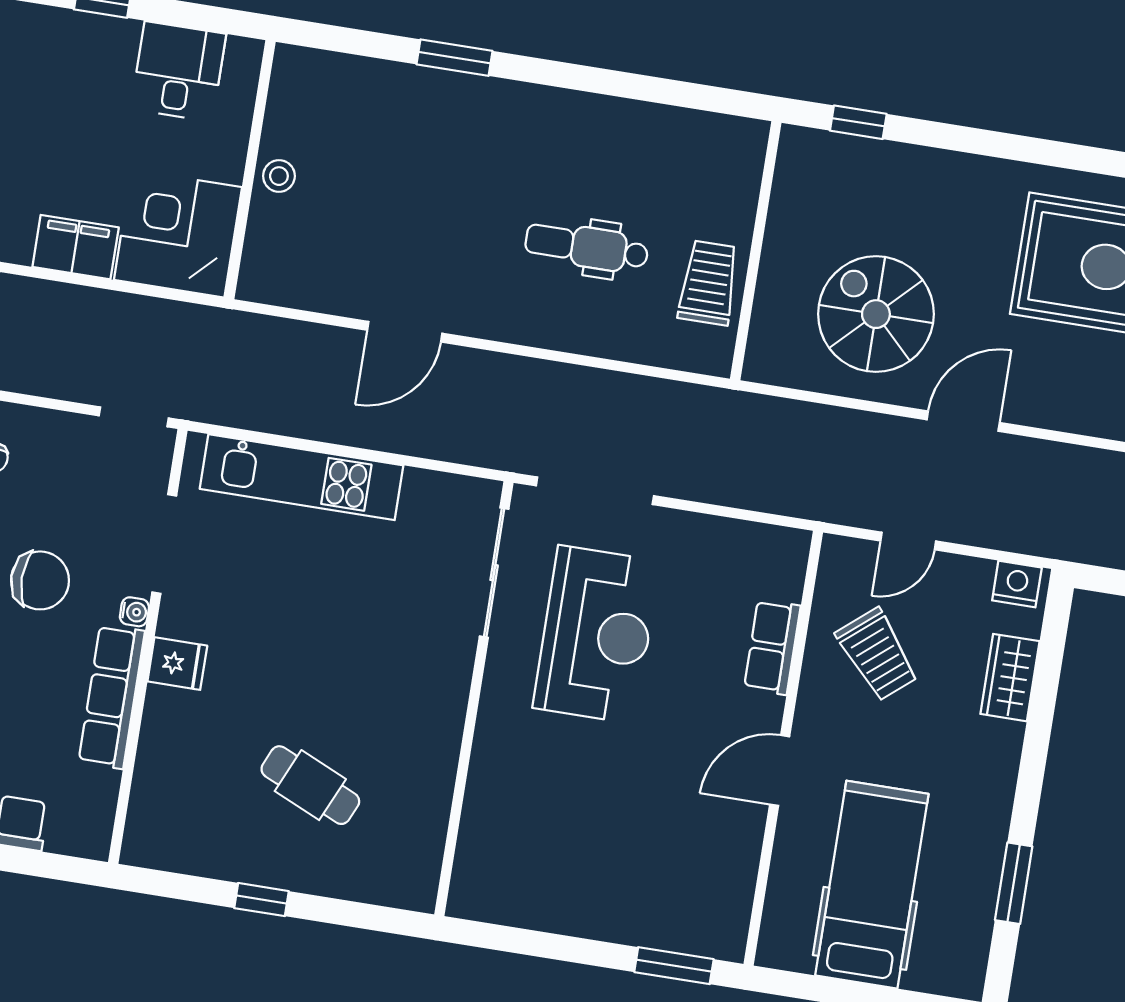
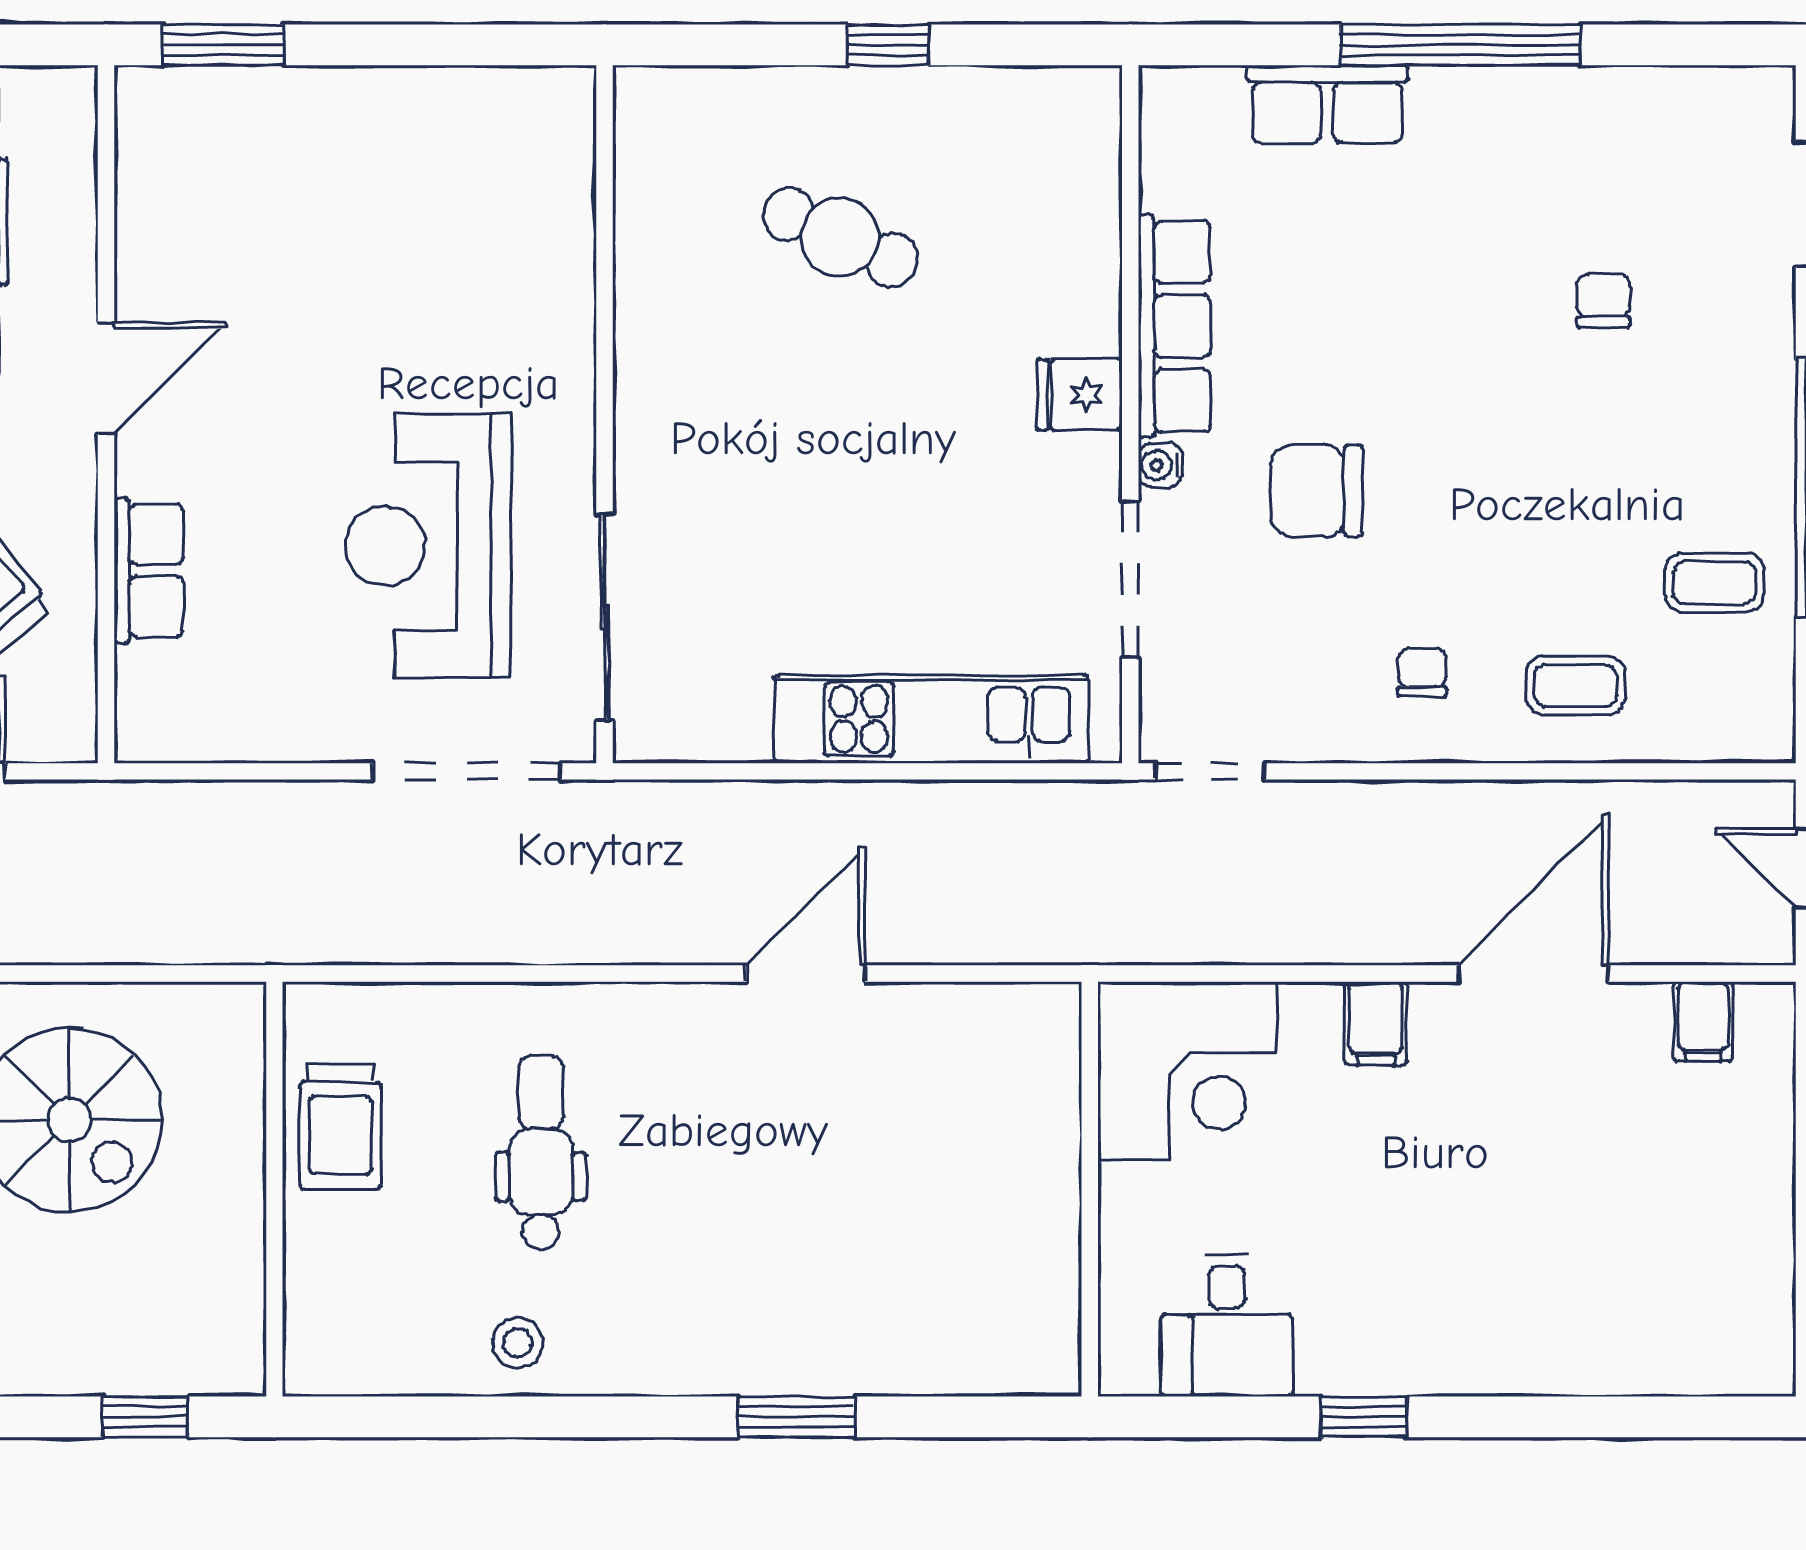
stool: (279, 176) -> (518, 1343), moved
filing cabinet: (76, 247) -> (1376, 1024), width x0.50
dental chair: (587, 247) -> (541, 1152), turned -90

